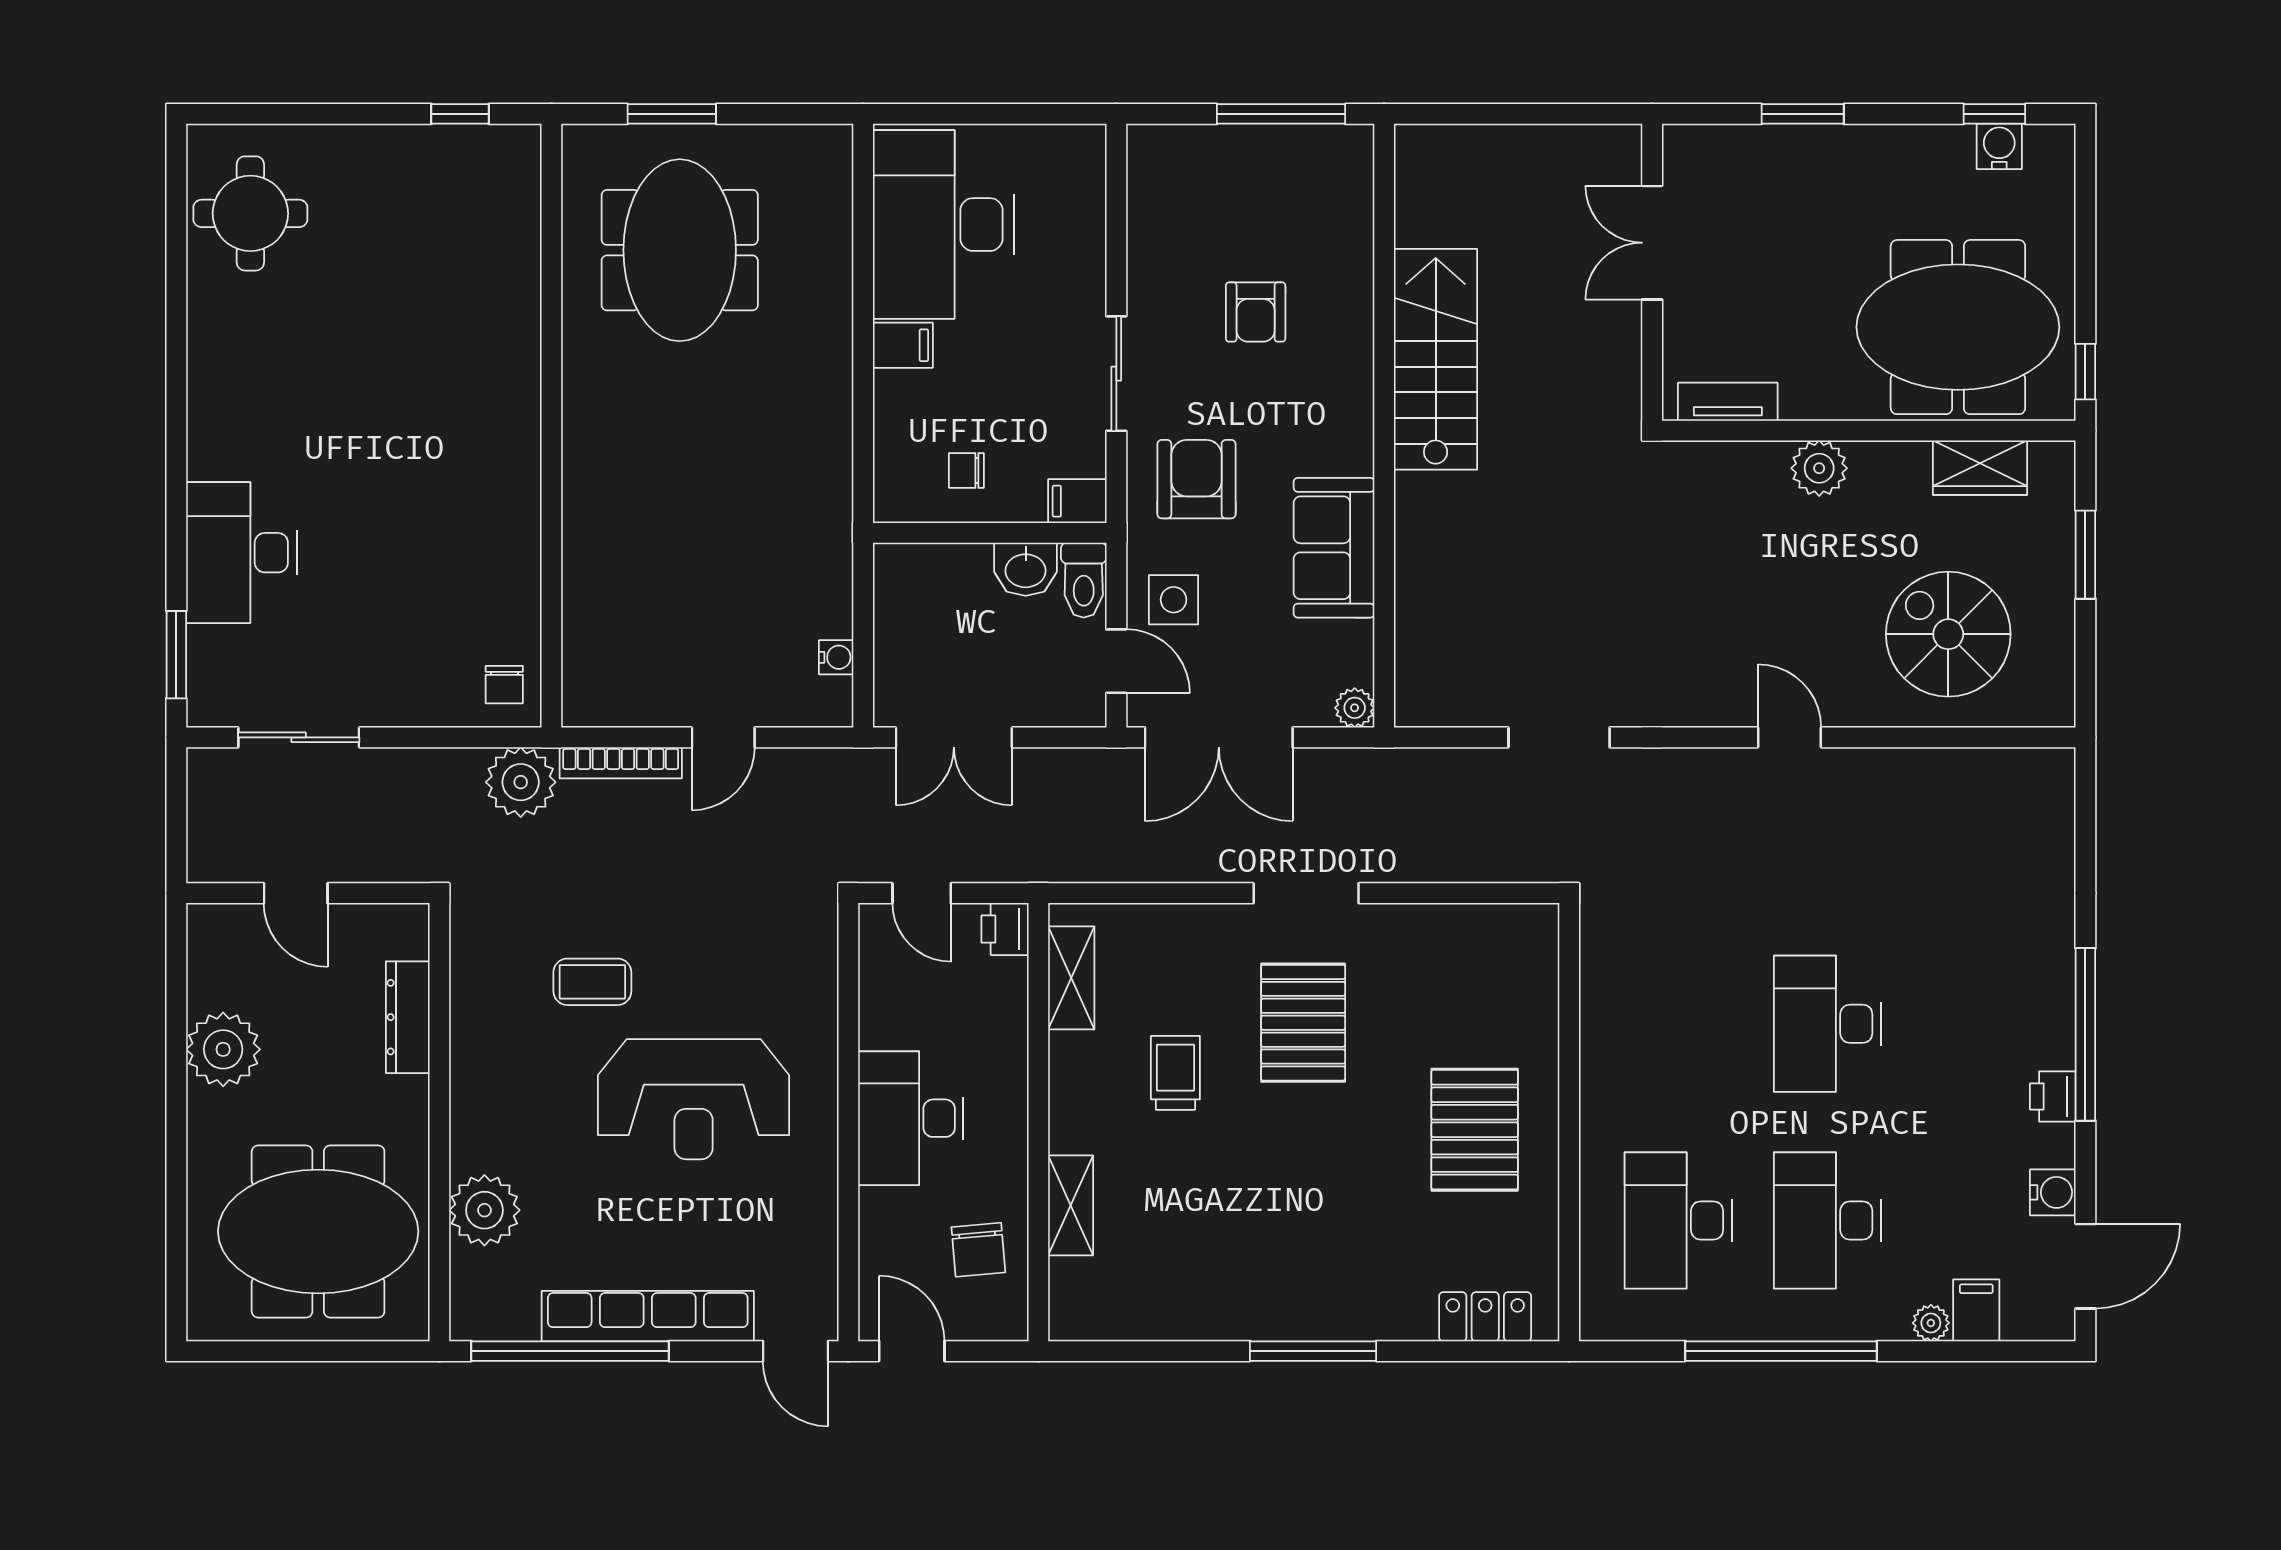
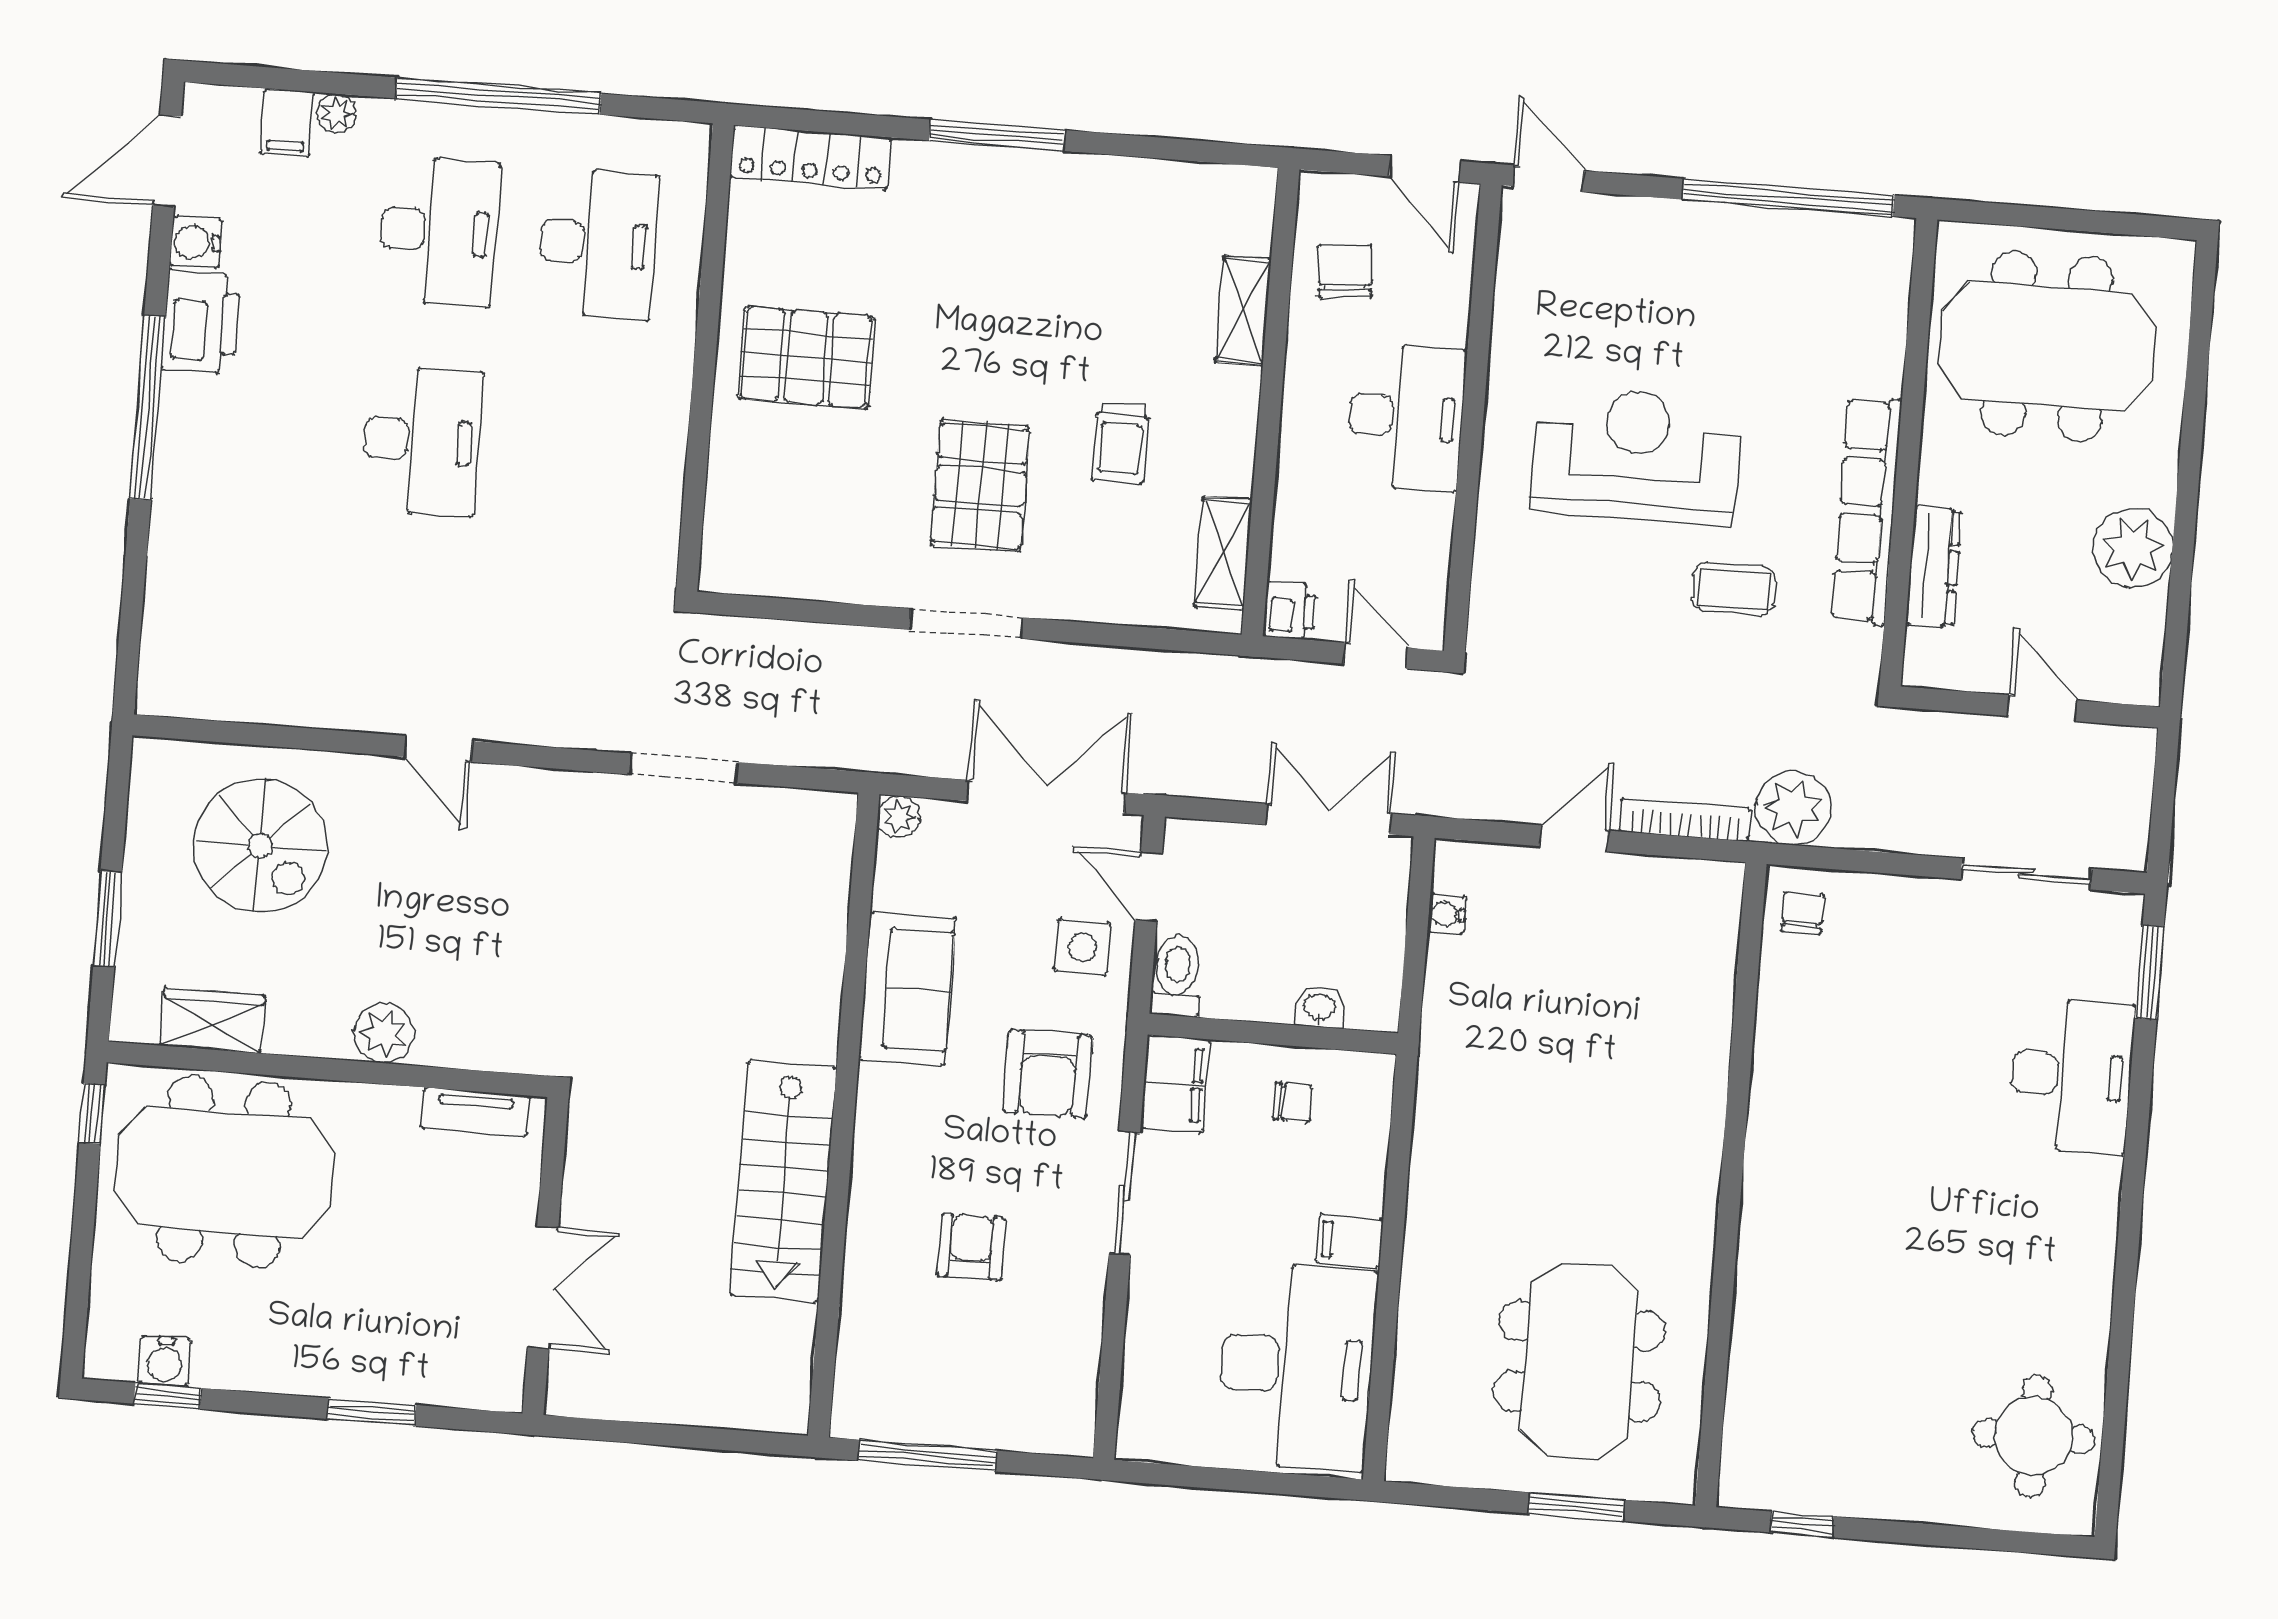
filing cabinet: (1077, 501) -> (1175, 1084), width x2.00
washbasin: (1026, 569) -> (1320, 1007), moved, width x0.72, depth x0.69
printer: (2053, 1096) -> (201, 322), width x1.87, depth x1.48
pallet: (1475, 1130) -> (806, 357), turned 90
plant: (484, 1210) -> (1868, 355), removed
row of seats: (648, 1316) -> (1867, 511), moved, turned 90
locker: (1485, 1317) -> (811, 157), width x1.53

